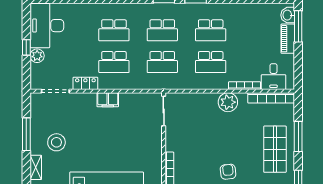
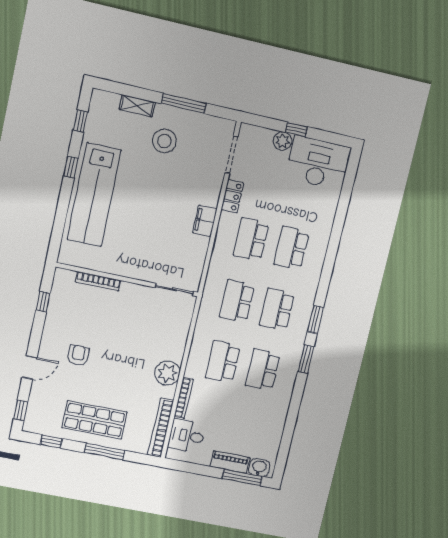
armchair: (228, 172) -> (78, 355), turned -84

